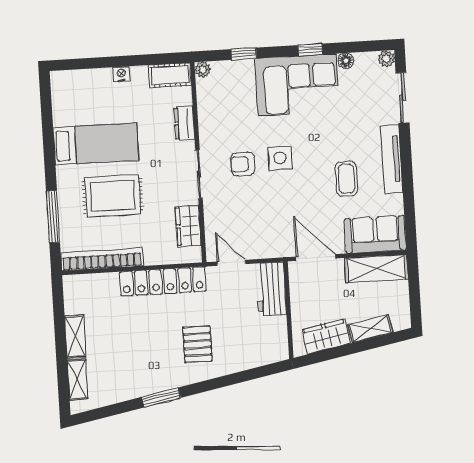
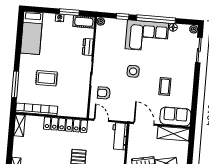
window: (310, 50) -> (156, 19), width x3.17
window: (138, 60) -> (69, 12), added
bed: (96, 144) -> (32, 33), moved, turned 90
tv unit: (392, 159) -> (189, 80), removed
armchair: (243, 164) -> (104, 93), moved
rug: (113, 196) -> (47, 78), width x0.73, depth x0.70
wardrobe: (188, 226) -> (82, 99), removed
shelving: (75, 336) -> (19, 125), moved

